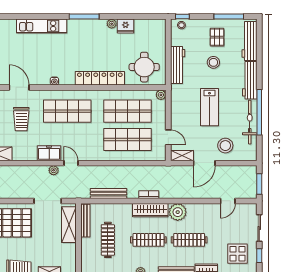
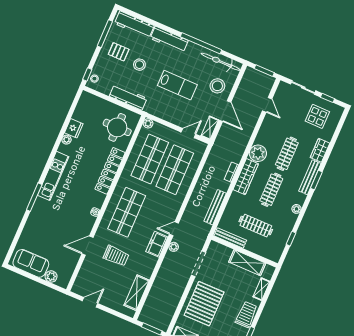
window: (84, 17) -> (34, 197), moved
kitchen unit: (42, 26) -> (53, 176), moved
bicycle: (250, 122) -> (221, 62), moved
shelving: (69, 225) -> (247, 263), moved

